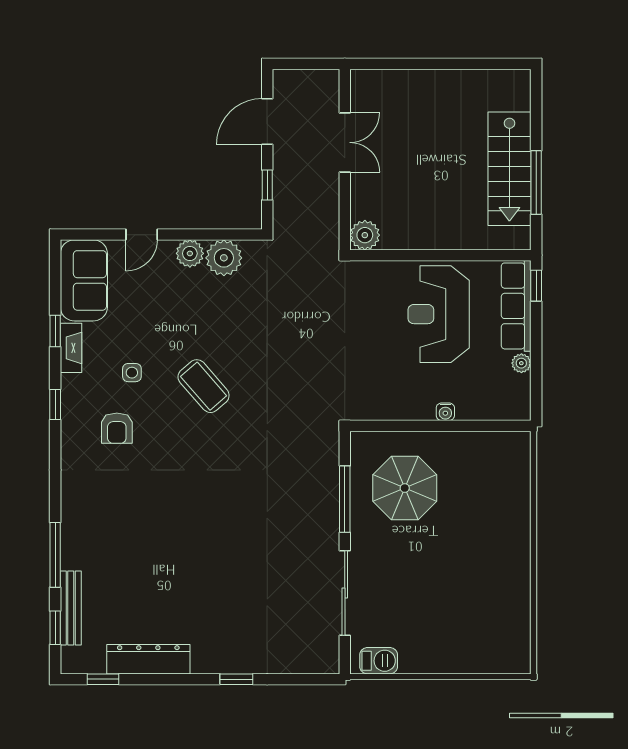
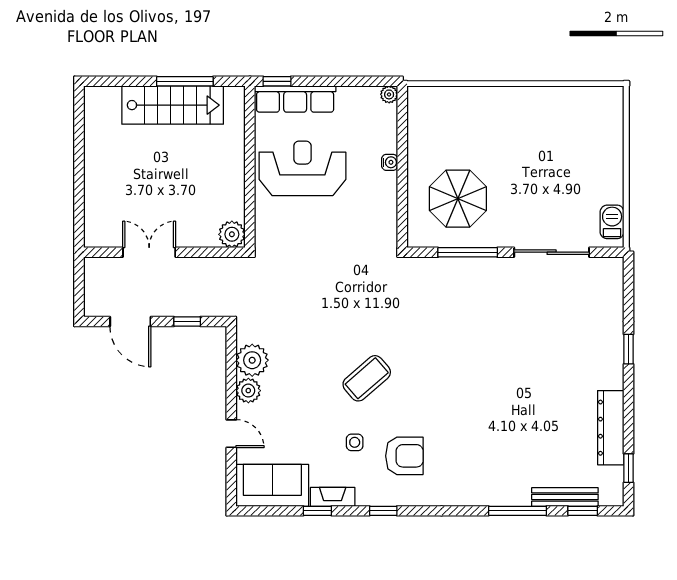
reception desk: (439, 314) -> (302, 168), turned 180
plant: (521, 363) -> (389, 94), moved
armchair: (117, 428) -> (404, 456), width x1.38, depth x1.38

